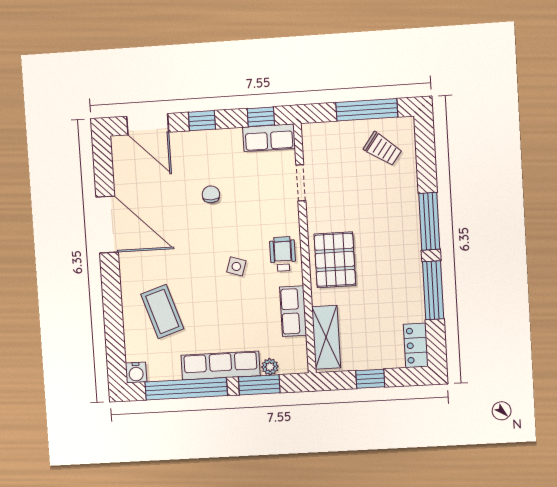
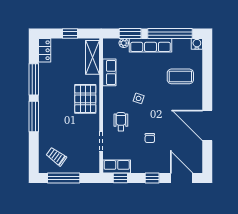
wheelchair: (283, 254) -> (121, 122), moved, turned 180
coffee table: (162, 311) -> (180, 76), turned -72

